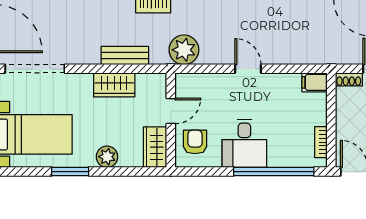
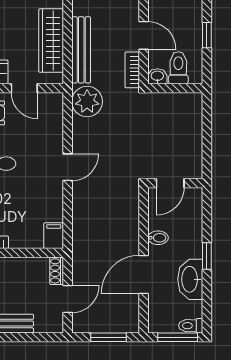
bench: (125, 56) -> (81, 50), width x1.36
wardrobe: (114, 85) -> (51, 40), width x1.50

